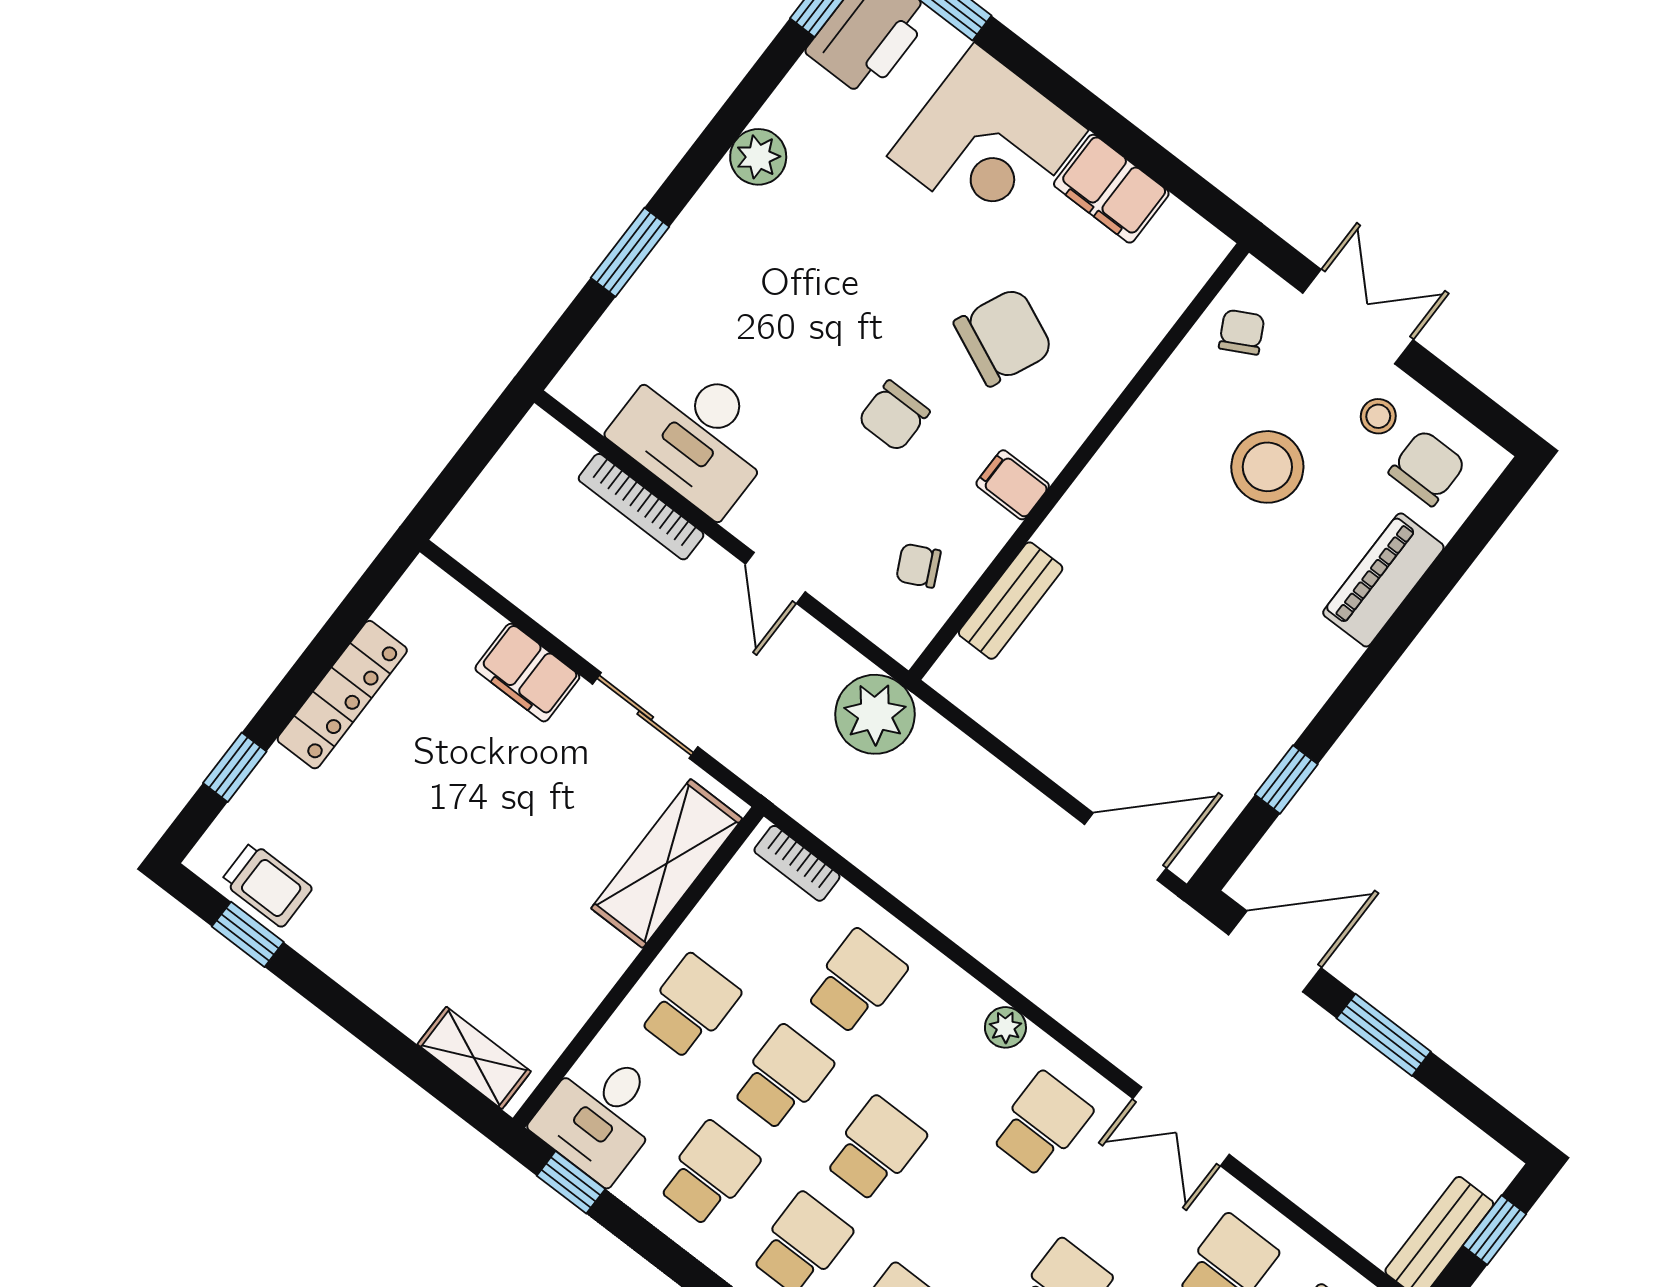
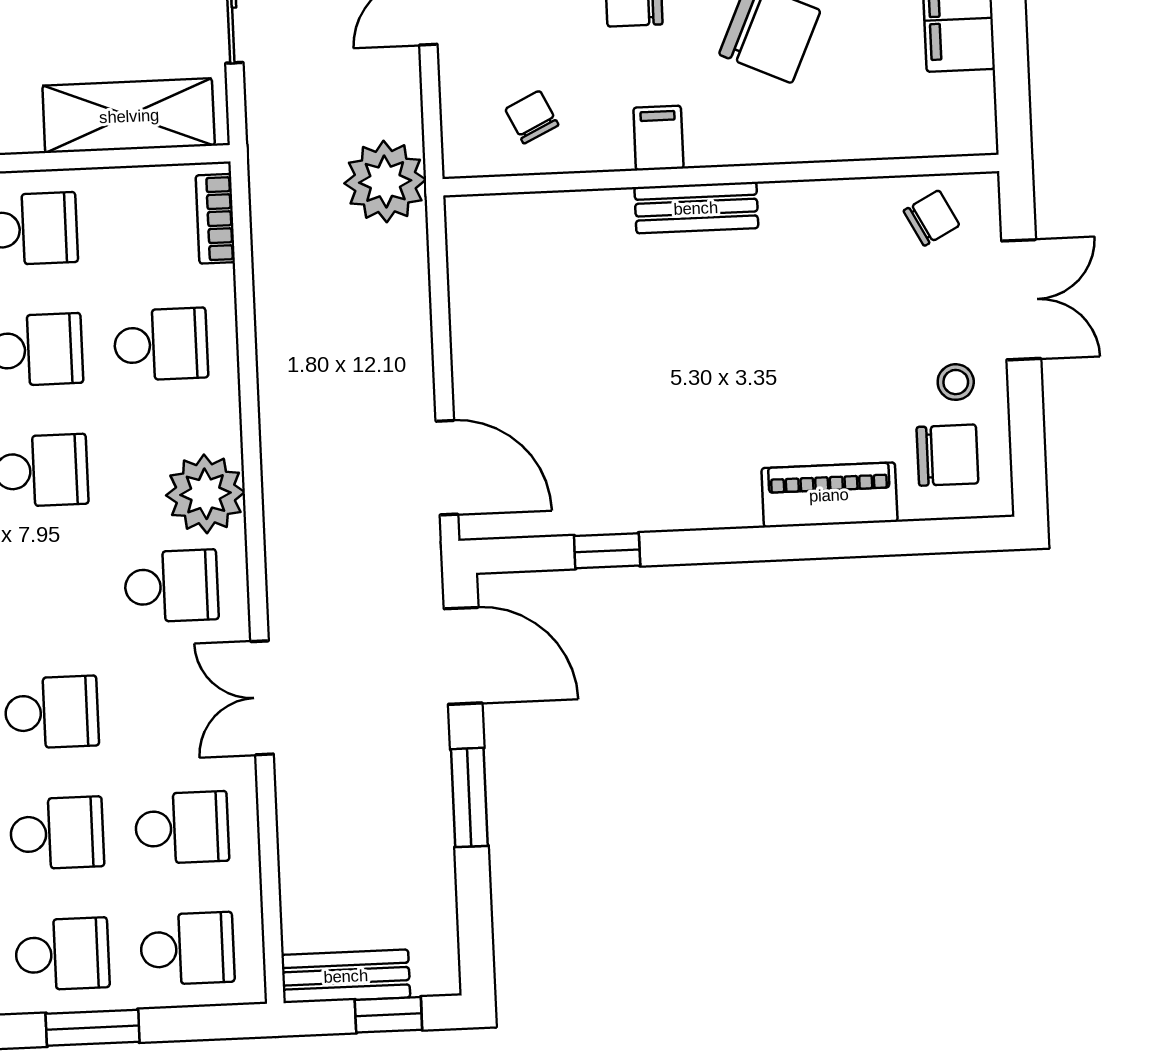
stool: (1267, 467) -> (842, 328), removed
bench: (1011, 601) -> (696, 208), moved
plant: (1005, 1027) -> (205, 494), width x1.88, depth x1.88

